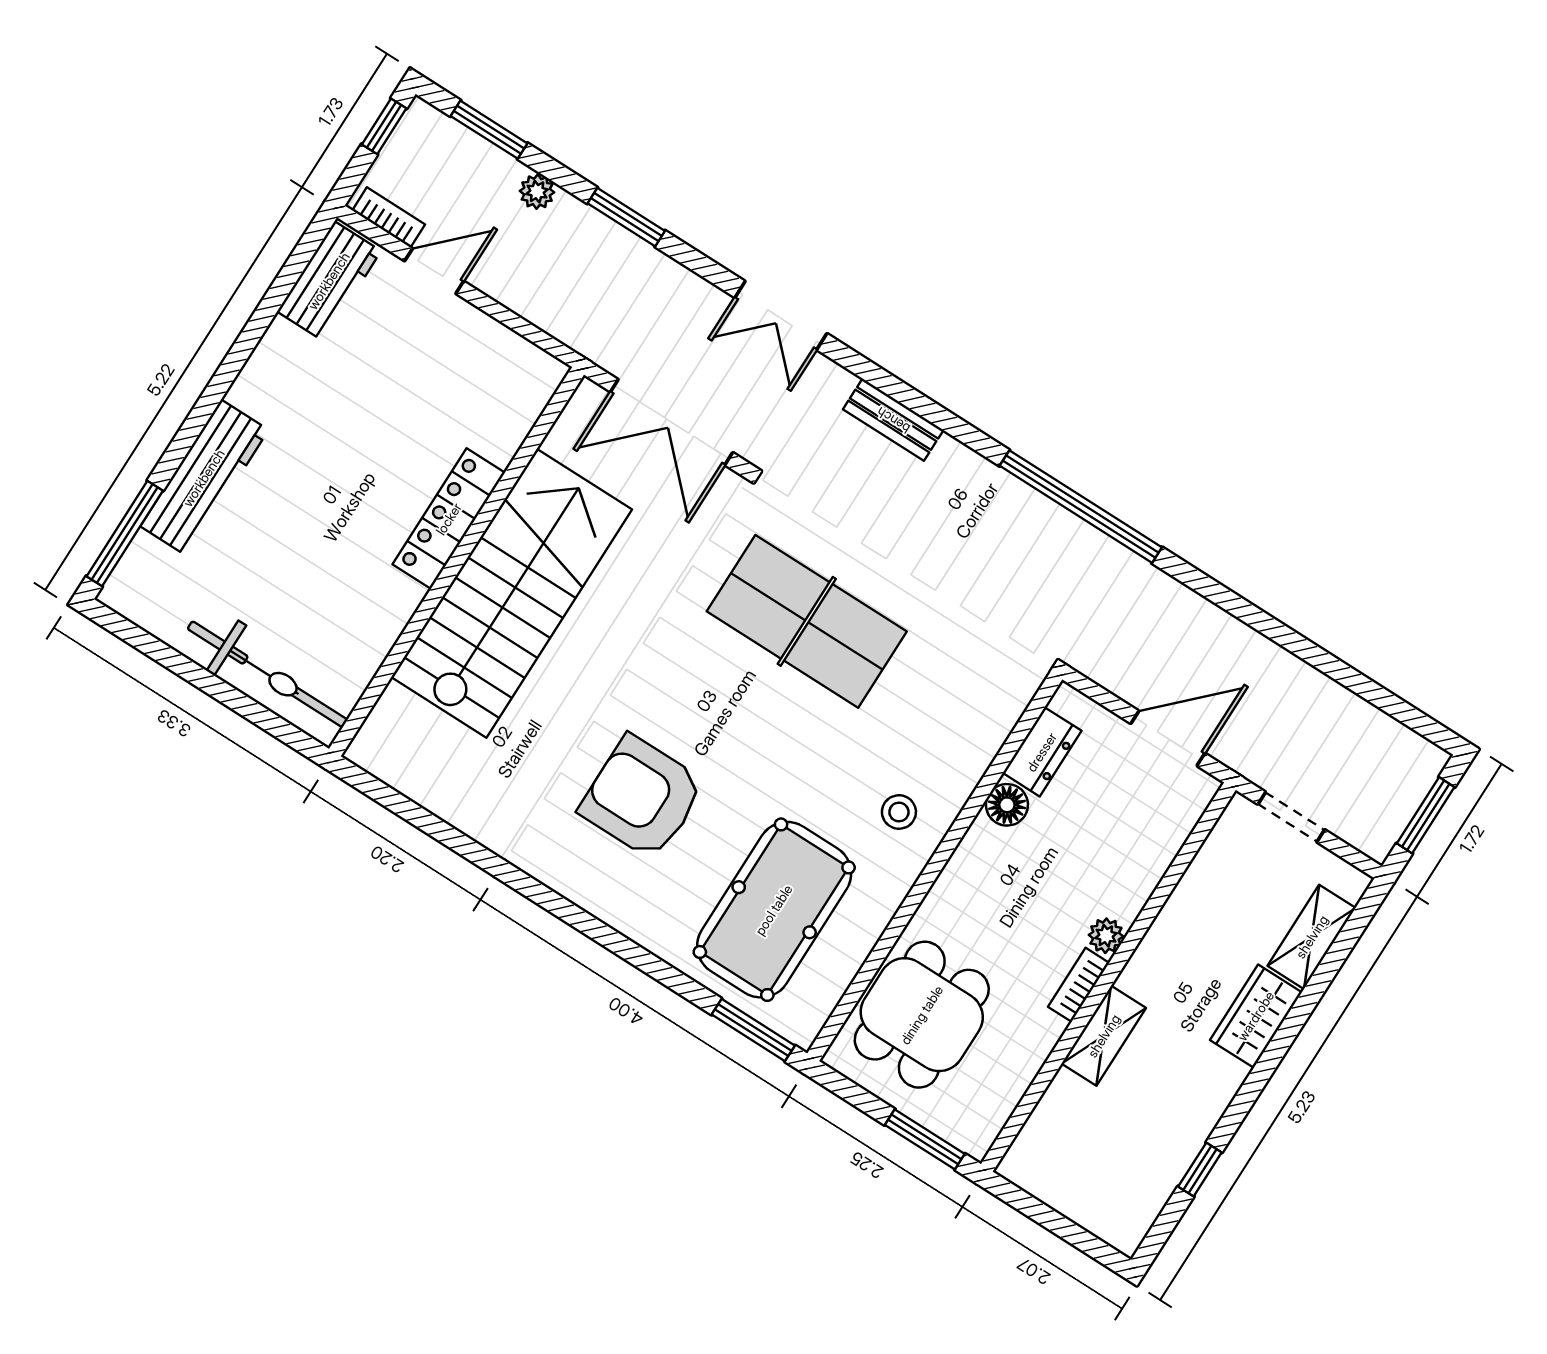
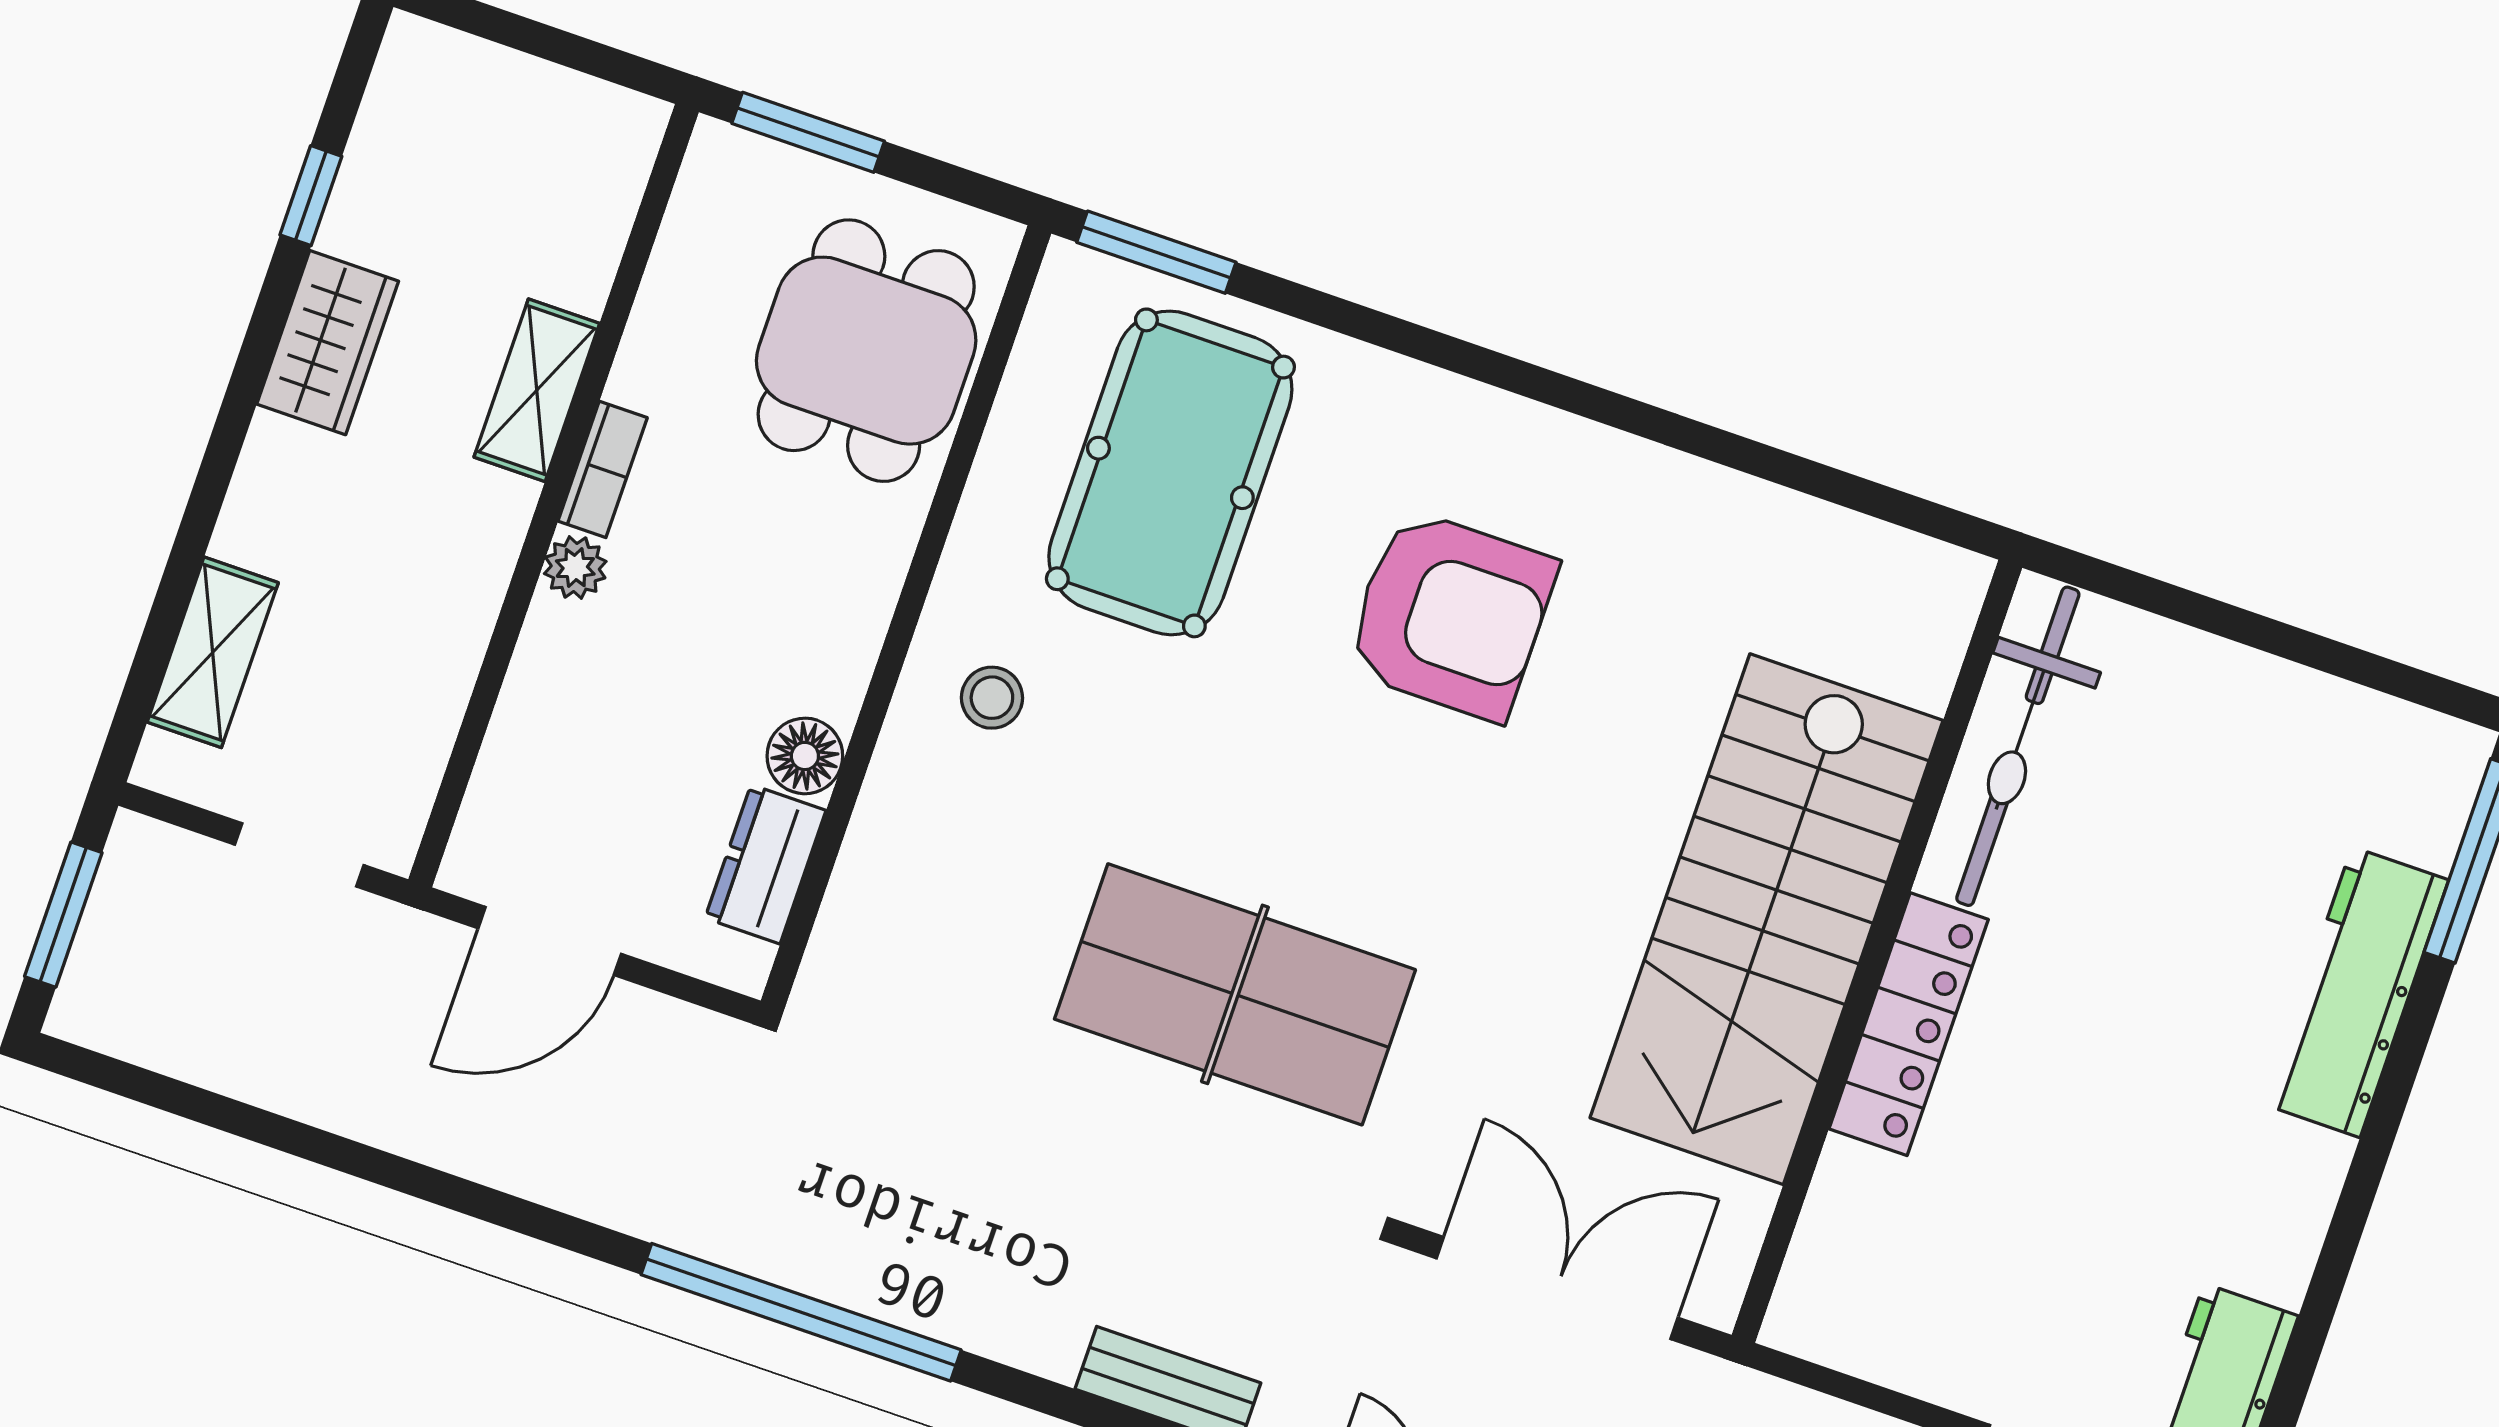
bicycle: (267, 674) -> (2018, 746), moved, turned -90
wardrobe: (1256, 1016) -> (328, 343), moved

